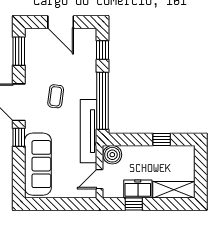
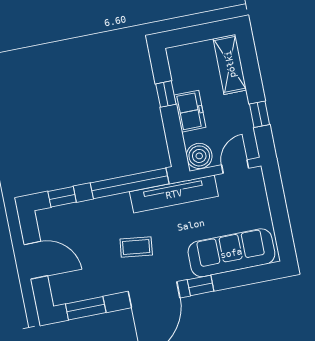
door: (61, 22) -> (36, 260), hinge flipped
door: (99, 179) -> (235, 167), swing flipped
freezer: (138, 189) -> (190, 111), moved, turned 180

